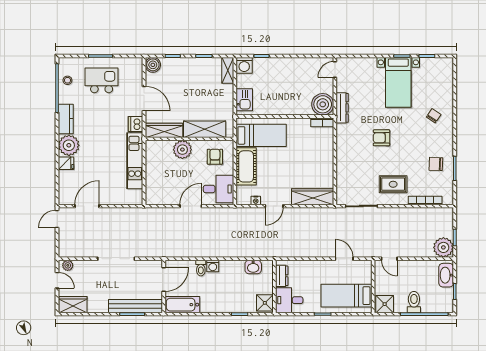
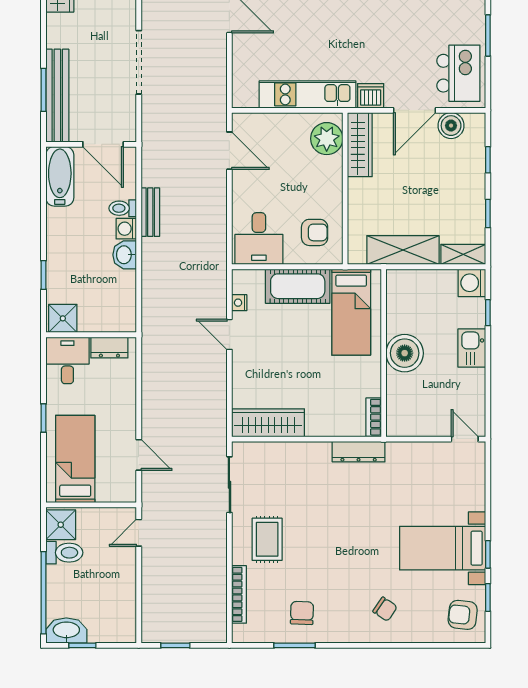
boiler: (153, 65) -> (451, 126), moved
kitchen island: (102, 80) -> (458, 73), moved
kitchen sink: (244, 100) -> (472, 348), moved, turned 90
boiler: (323, 104) -> (405, 353), moved
dresser: (342, 108) -> (359, 452), moved
shelving: (205, 129) -> (403, 250), moved, turned 90
armchair: (382, 138) -> (463, 615), moved, turned -84
plant: (182, 150) -> (327, 139), moved
wardrobe: (313, 197) -> (268, 423), moved, turned -90
door: (191, 206) -> (229, 151), moved
plant: (443, 247) -> (158, 626), removed
bench: (203, 252) -> (150, 212), added
door: (344, 259) -> (139, 455), hinge flipped
washbasin: (253, 267) -> (125, 255), moved
washbasin: (446, 275) -> (66, 631), moved
toilet: (414, 302) -> (64, 553), moved

